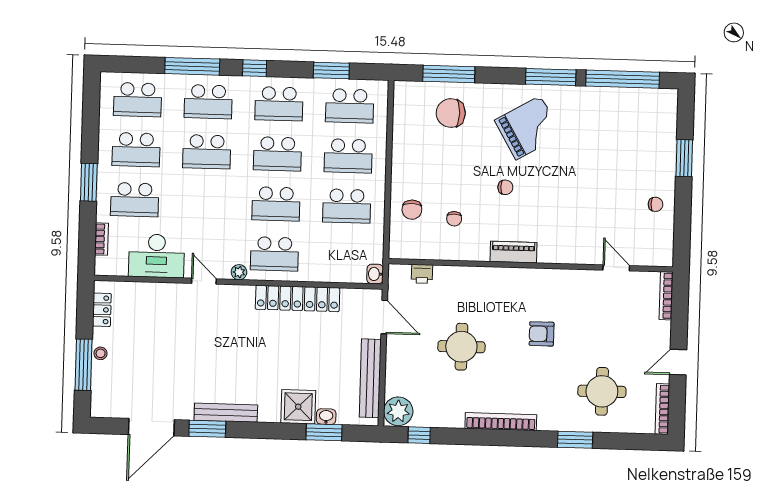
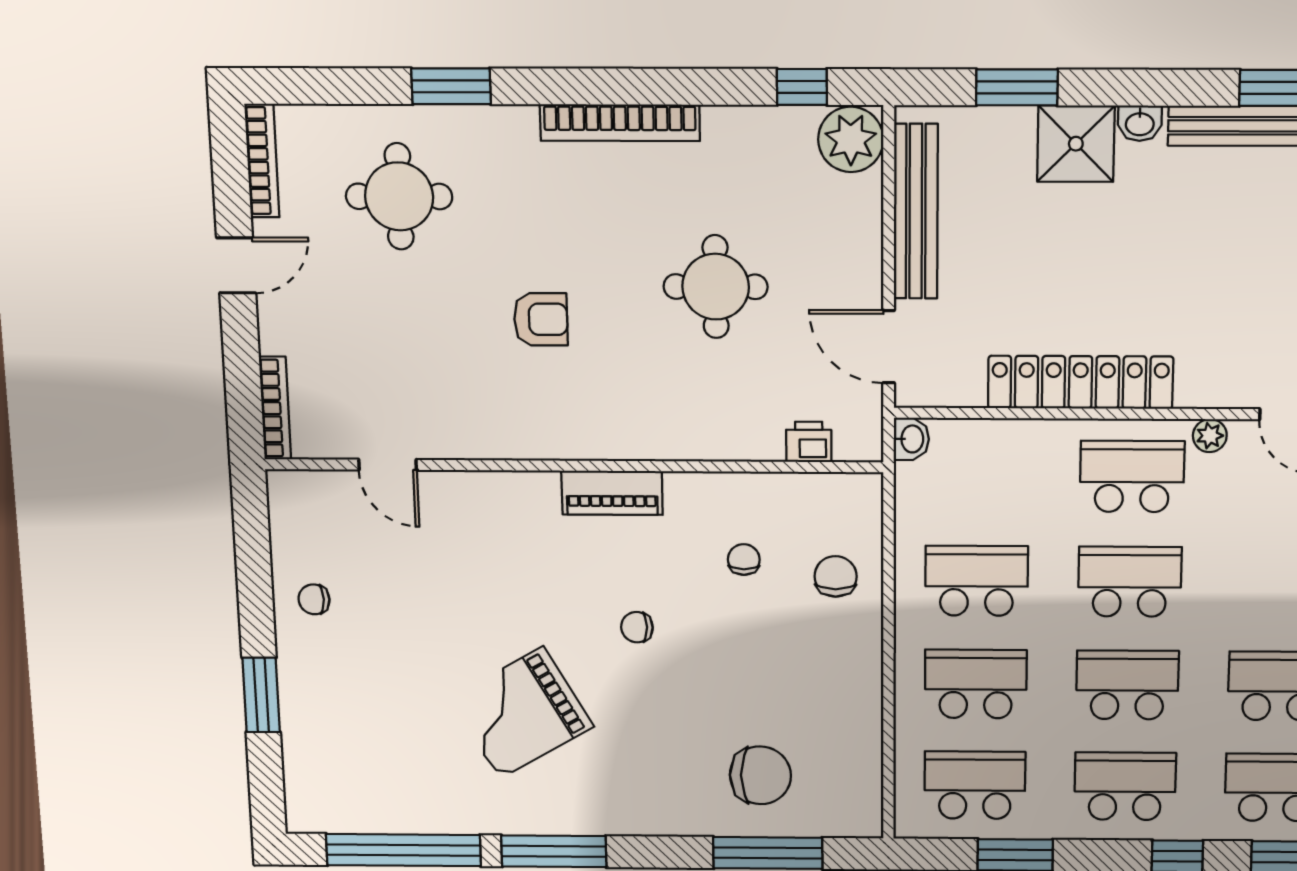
grand piano: (528, 128) -> (521, 713), moved
washbasin: (326, 417) -> (1140, 123), moved

